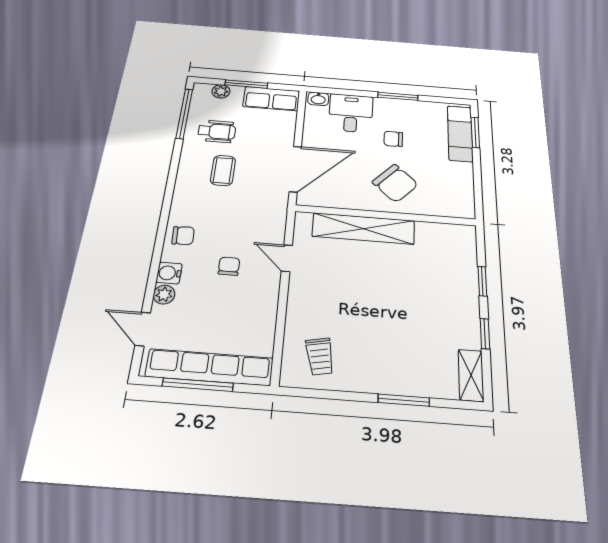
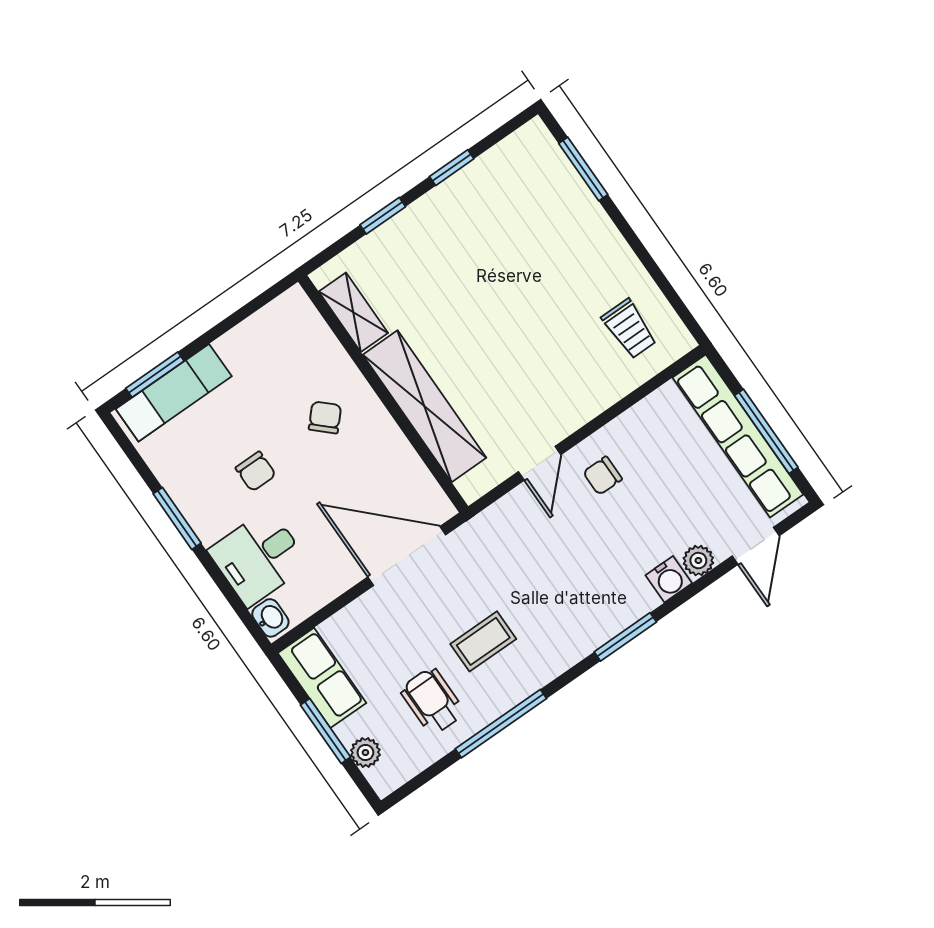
window: (184, 114) -> (501, 724), moved
chair: (395, 183) -> (325, 417), width x0.54, depth x0.54
window: (162, 231) -> (625, 637), added
chair: (183, 236) -> (610, 607), removed
chair: (229, 266) -> (603, 476), moved
trolley: (320, 356) -> (629, 329), turned 101
shelving: (471, 375) -> (353, 312), moved, turned 90
window: (404, 400) -> (583, 169), moved

